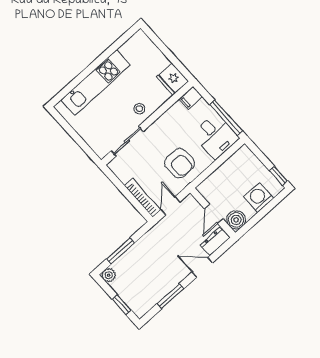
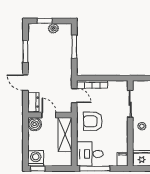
shelving: (219, 179) -> (65, 135), added
washing machine: (259, 197) -> (36, 158), moved, turned -90
door: (202, 267) -> (25, 83), swing flipped
plant: (109, 275) -> (54, 28), moved

